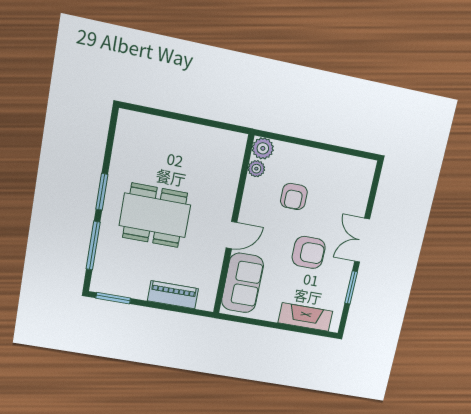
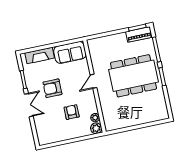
dining table: (155, 215) -> (133, 76), width x1.36, depth x1.24
sofa: (242, 283) -> (70, 52), moved, turned -90
piano: (173, 295) -> (139, 34), moved

